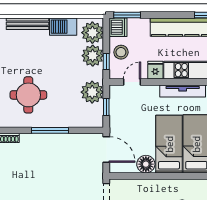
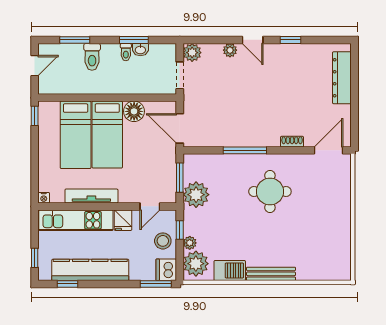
plant: (93, 56) -> (190, 243), width x0.53, depth x0.53
window: (106, 107) -> (180, 178), width x1.50

